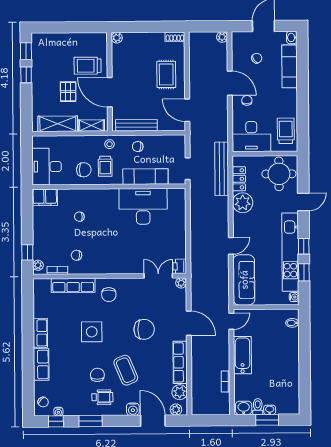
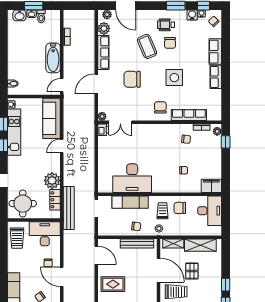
rug: (166, 74) -> (113, 284), turned 90
kitchen unit: (290, 252) -> (14, 132), width x0.73
door: (189, 323) -> (96, 84), hinge flipped
washbasin: (244, 408) -> (19, 15), moved
water cooler: (133, 409) -> (192, 15), moved

